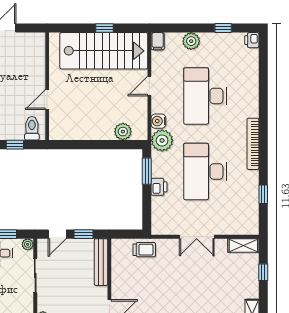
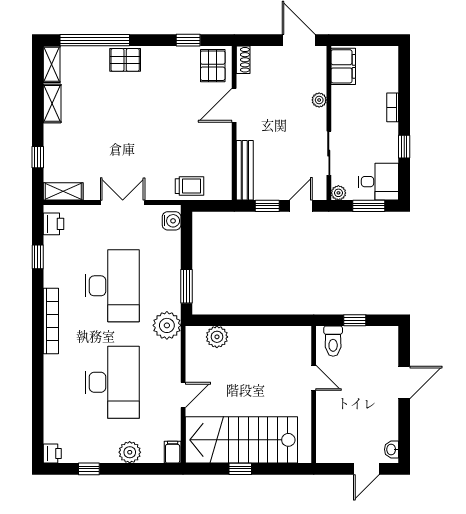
door: (47, 99) -> (314, 378), hinge flipped
water cooler: (158, 121) -> (172, 221), moved
printer: (159, 187) -> (53, 224), moved, turned 180
trolley: (144, 250) -> (190, 186), turned 180

